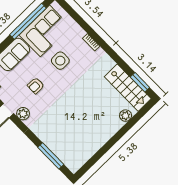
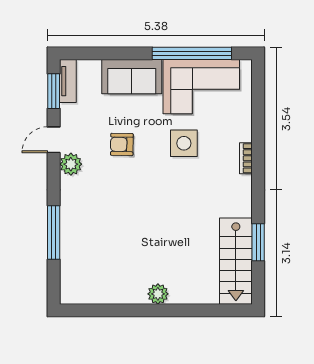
window: (140, 82) -> (258, 242), moved
plant: (126, 116) -> (158, 294), moved
window: (51, 156) -> (54, 232), moved

